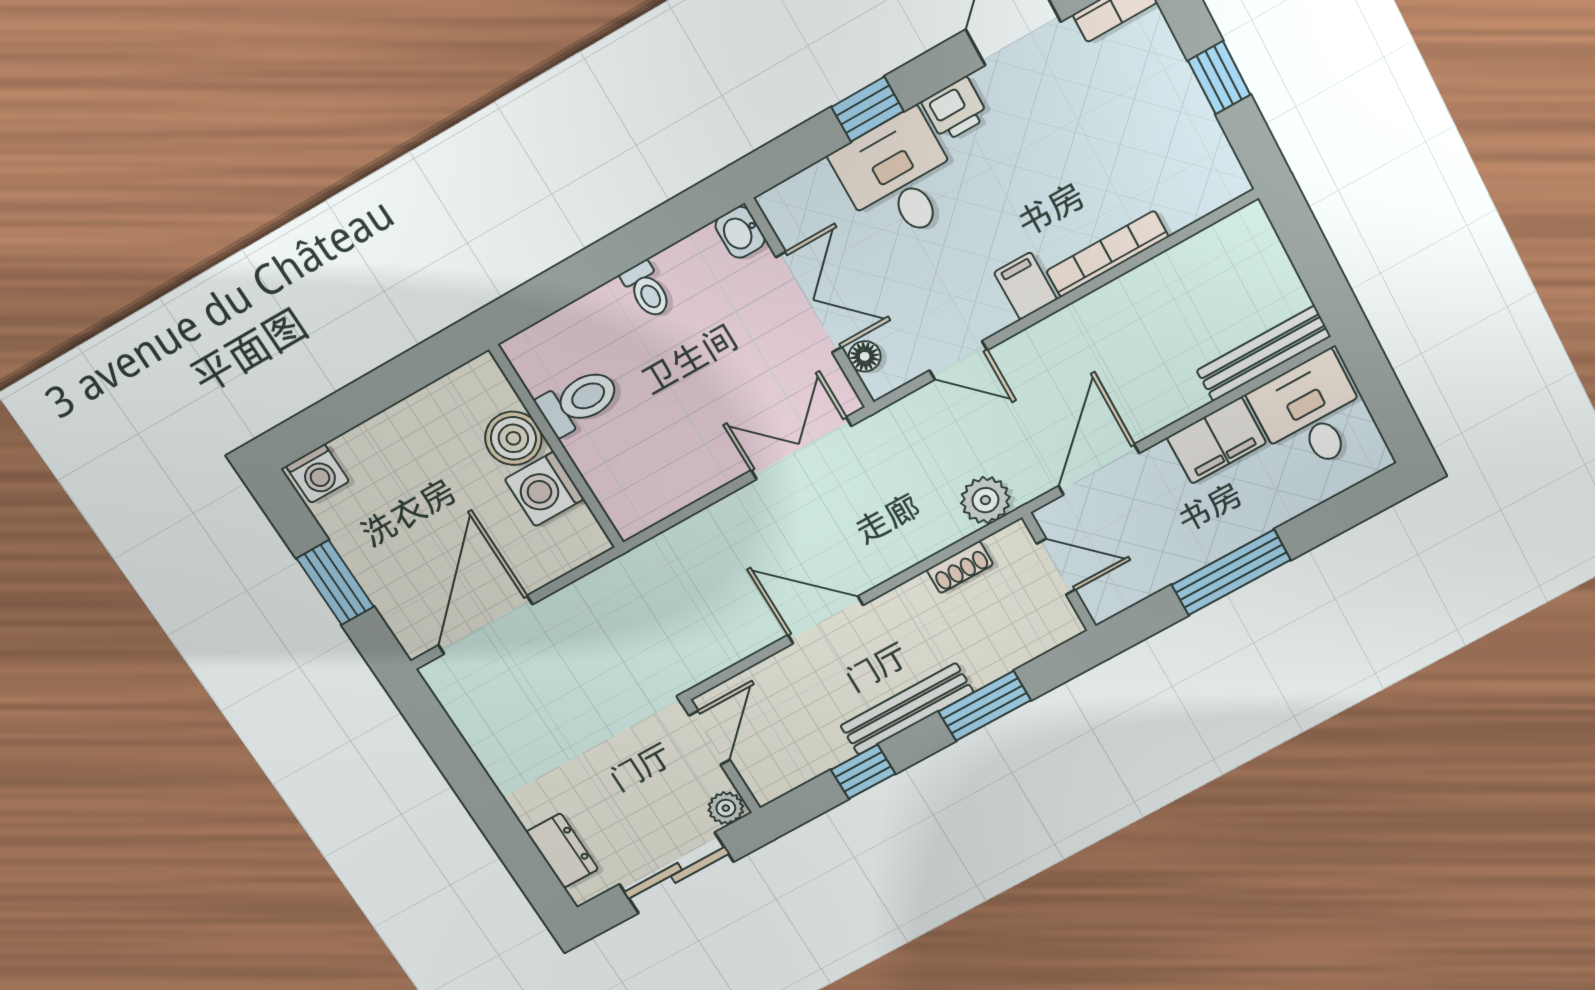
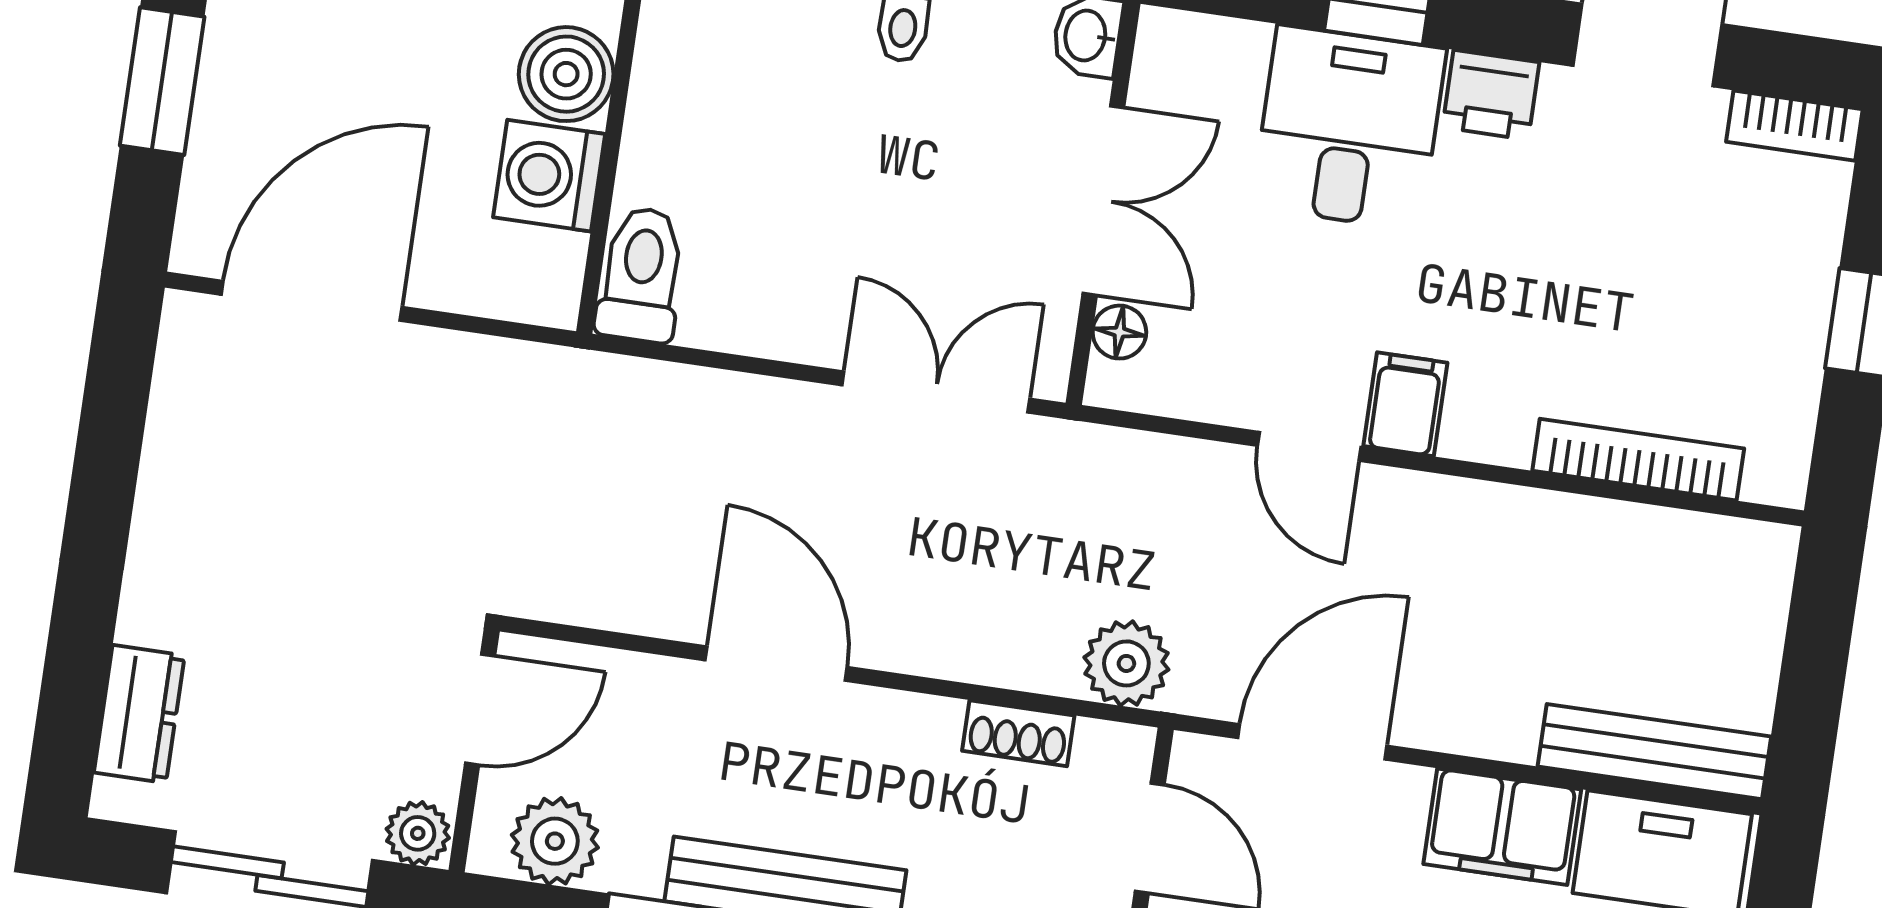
bookcase: (1107, 254) -> (1638, 460), moved
door: (958, 360) -> (1309, 446), moved
toilet: (579, 401) -> (641, 274), moved, turned -90
plant: (789, 767) -> (555, 841), added

